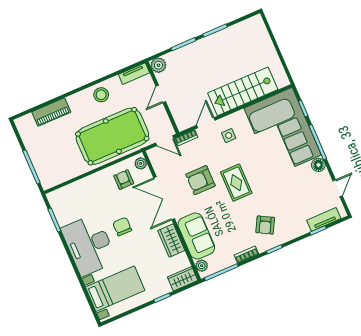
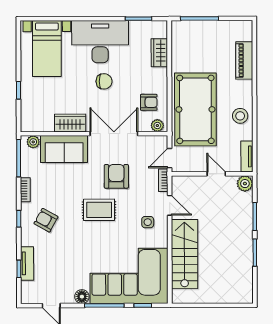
tv unit: (324, 219) -> (27, 263), moved
wardrobe: (183, 279) -> (159, 53), moved, turned 180

